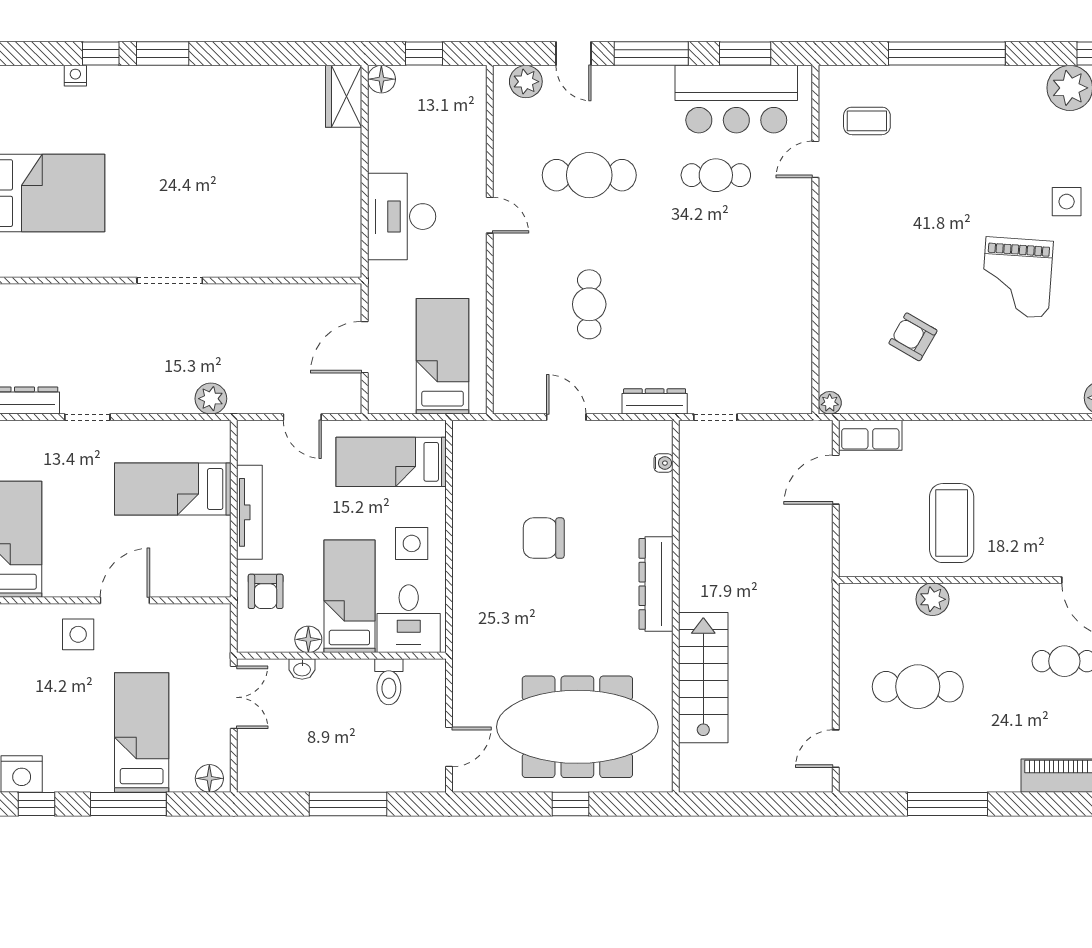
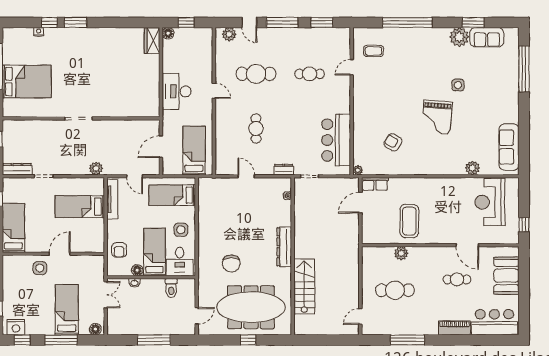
bar counter: (736, 99) -> (336, 140), moved, turned 90
dresser: (655, 401) -> (284, 170), width x0.70
tv unit: (249, 512) -> (112, 199), moved
chair: (544, 538) -> (231, 263), moved, turned -90

